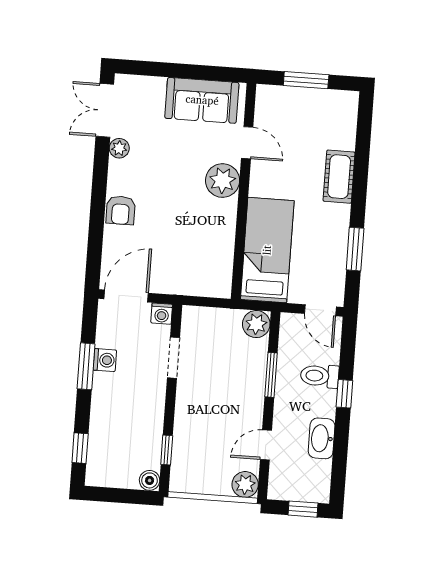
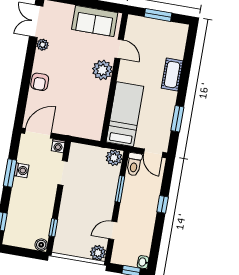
toilet: (320, 376) -> (134, 164), moved, turned -90
washbasin: (322, 438) -> (143, 262), moved, width x0.52, depth x0.69

